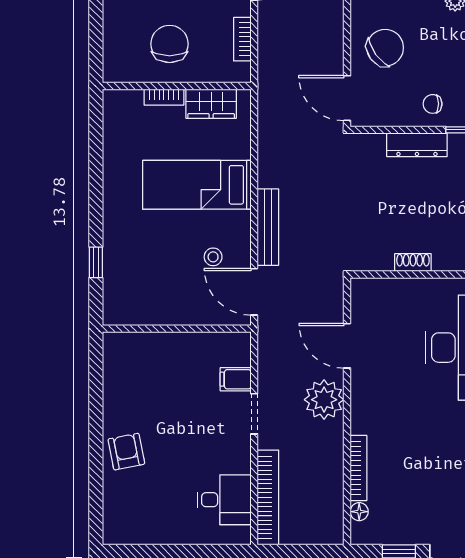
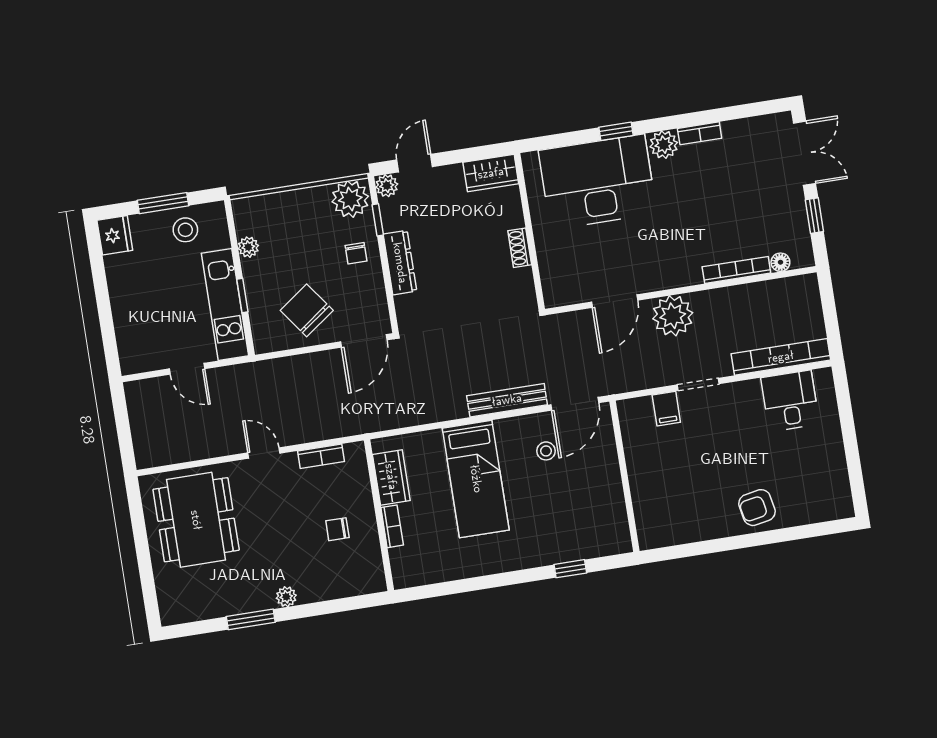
chair: (170, 44) -> (337, 529), width x0.54, depth x0.54

